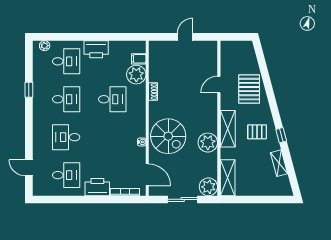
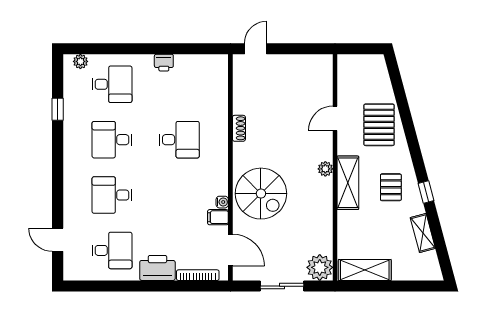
door: (185, 37) -> (256, 49), moved
printer: (96, 49) -> (164, 63), width x0.53, depth x0.68
filing cabinet: (139, 59) -> (218, 217), moved
plant: (136, 75) -> (214, 104), removed
window: (29, 90) -> (58, 109), moved
desk: (66, 99) -> (112, 140), turned 180
pallet: (257, 132) -> (391, 187), turned 90
plant: (208, 143) -> (325, 169), moved, width x0.53, depth x0.53
shelving: (228, 178) -> (365, 270), moved, turned 90

